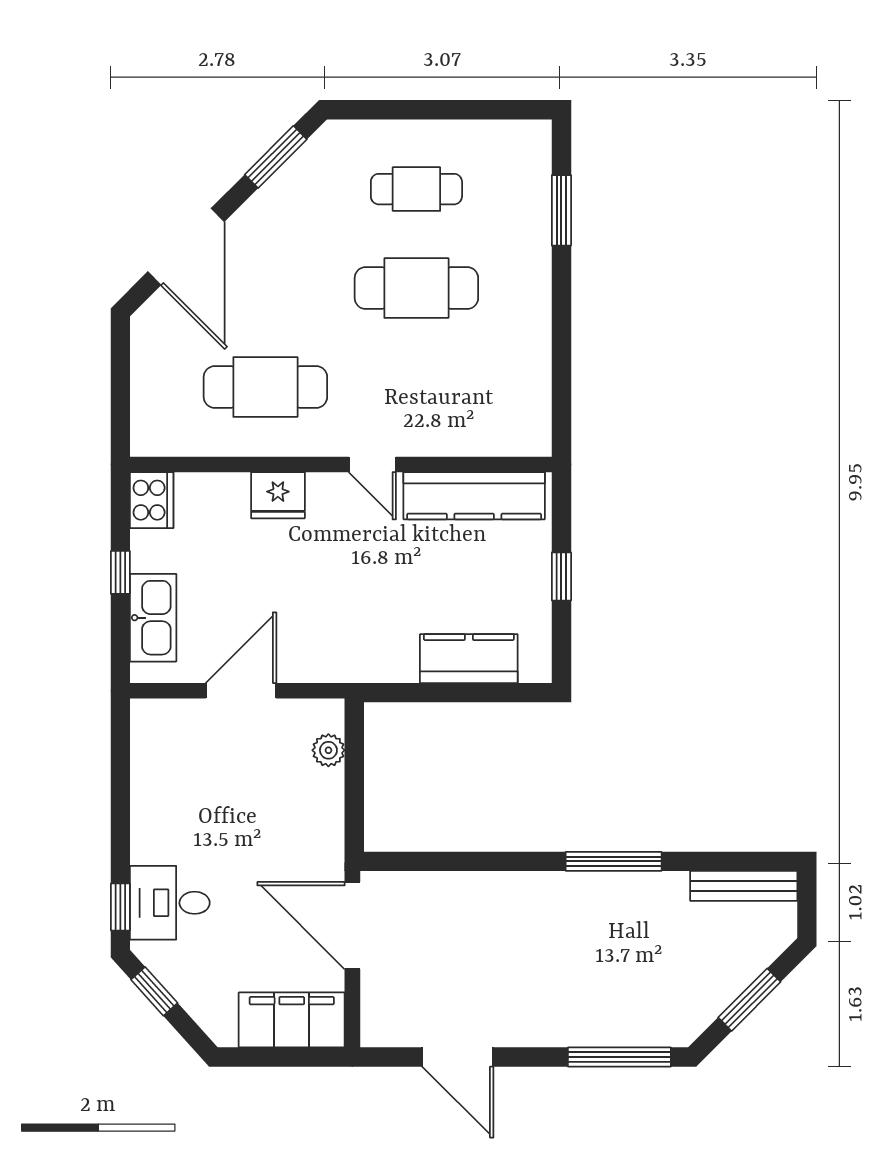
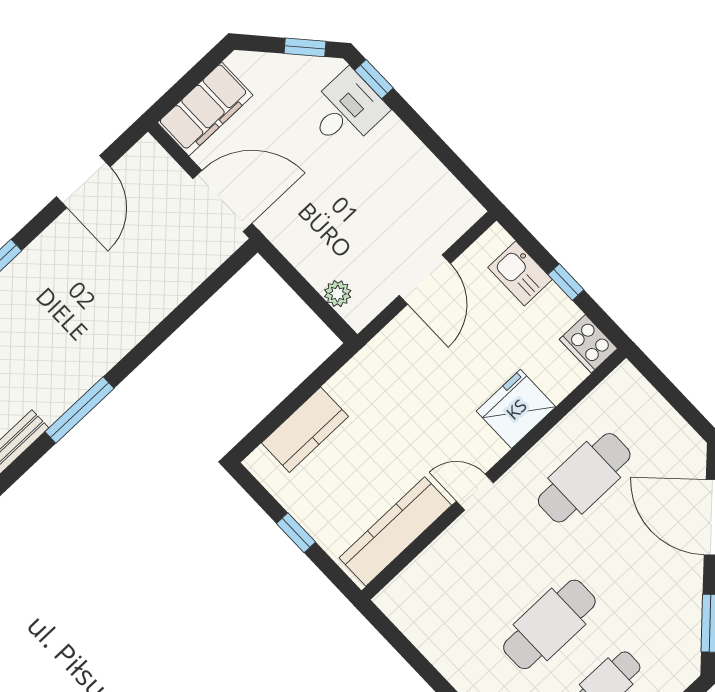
fridge: (278, 495) -> (516, 409), width x1.36, depth x1.34
kitchen sink: (153, 618) -> (520, 273), width x0.73
window: (614, 861) -> (79, 410), moved
door: (458, 1057) -> (83, 182), swing flipped

